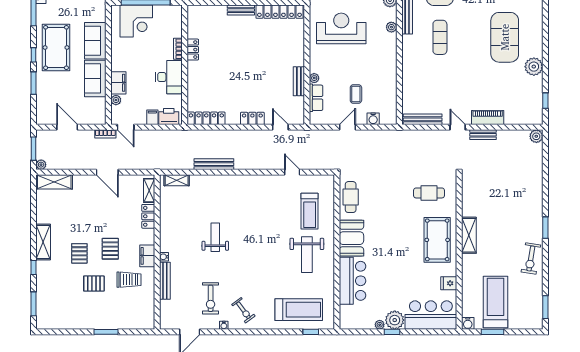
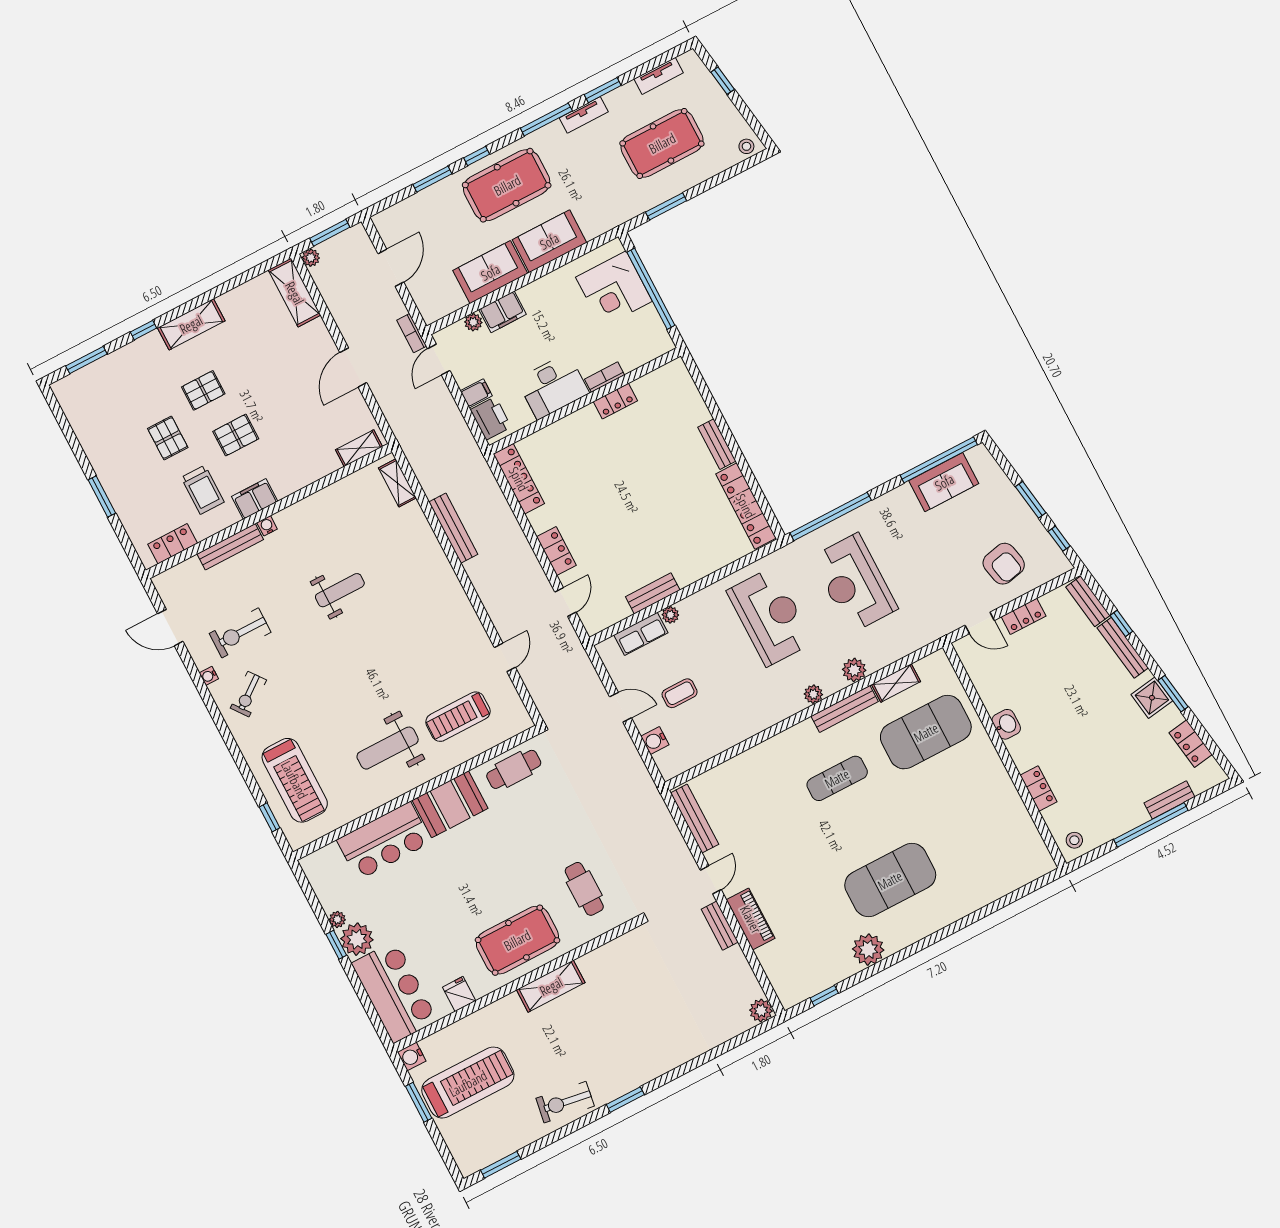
locker: (148, 216) -> (173, 544), moved

